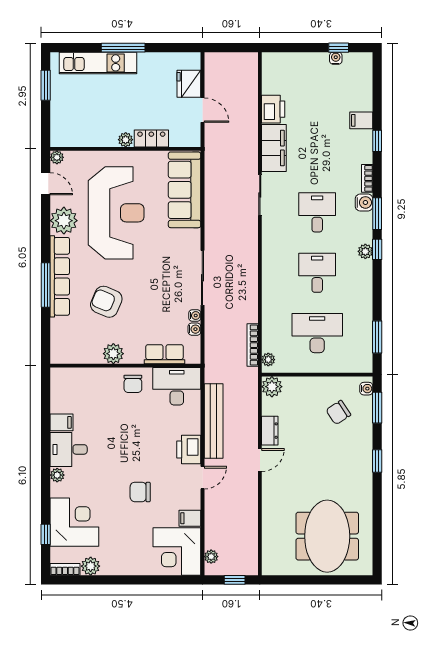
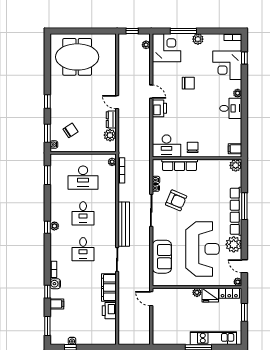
fridge: (189, 84) -> (210, 295), moved, turned 90
window: (46, 85) -> (244, 312), moved
door: (202, 110) -> (151, 299), moved
locker: (151, 138) -> (229, 293), moved
sofa: (185, 190) -> (162, 257), width x0.73
water cooler: (364, 202) -> (55, 284), moved
reception desk: (116, 213) -> (202, 249), turned 180
window: (377, 214) -> (47, 326), moved
armchair: (106, 302) -> (176, 200), moved
plant: (113, 354) -> (236, 165), moved
row of seats: (165, 354) -> (180, 165), width x1.48
plant: (272, 387) -> (110, 135), moved
bench: (214, 421) -> (124, 224), moved
filing cabinet: (61, 422) -> (235, 149), moved
door: (260, 460) -> (117, 102), hinge flipped
door: (202, 478) -> (151, 92), swing flipped
filing cabinet: (190, 518) -> (159, 68), removed
meeting table: (327, 536) -> (77, 57), turned 90
plant: (91, 566) -> (198, 39), moved
window: (148, 580) -> (183, 31), added

